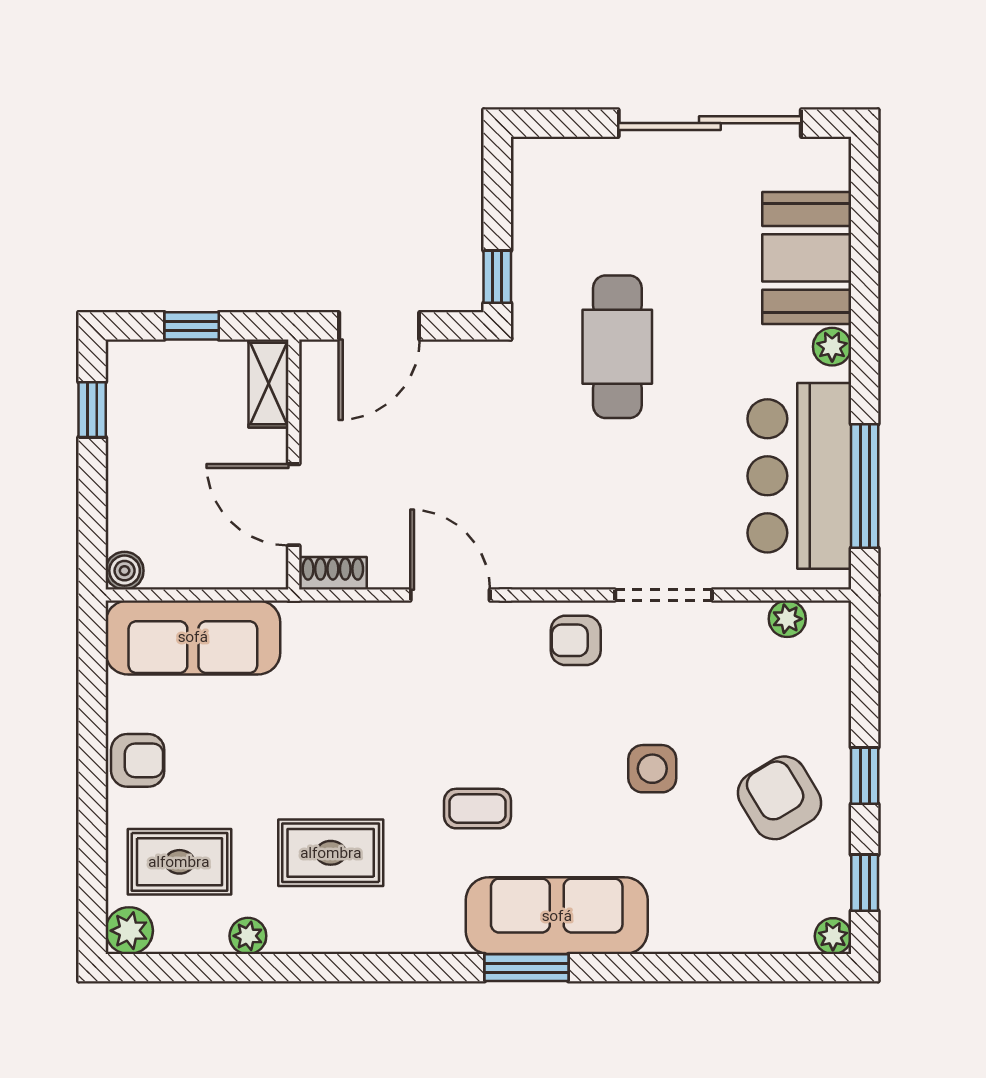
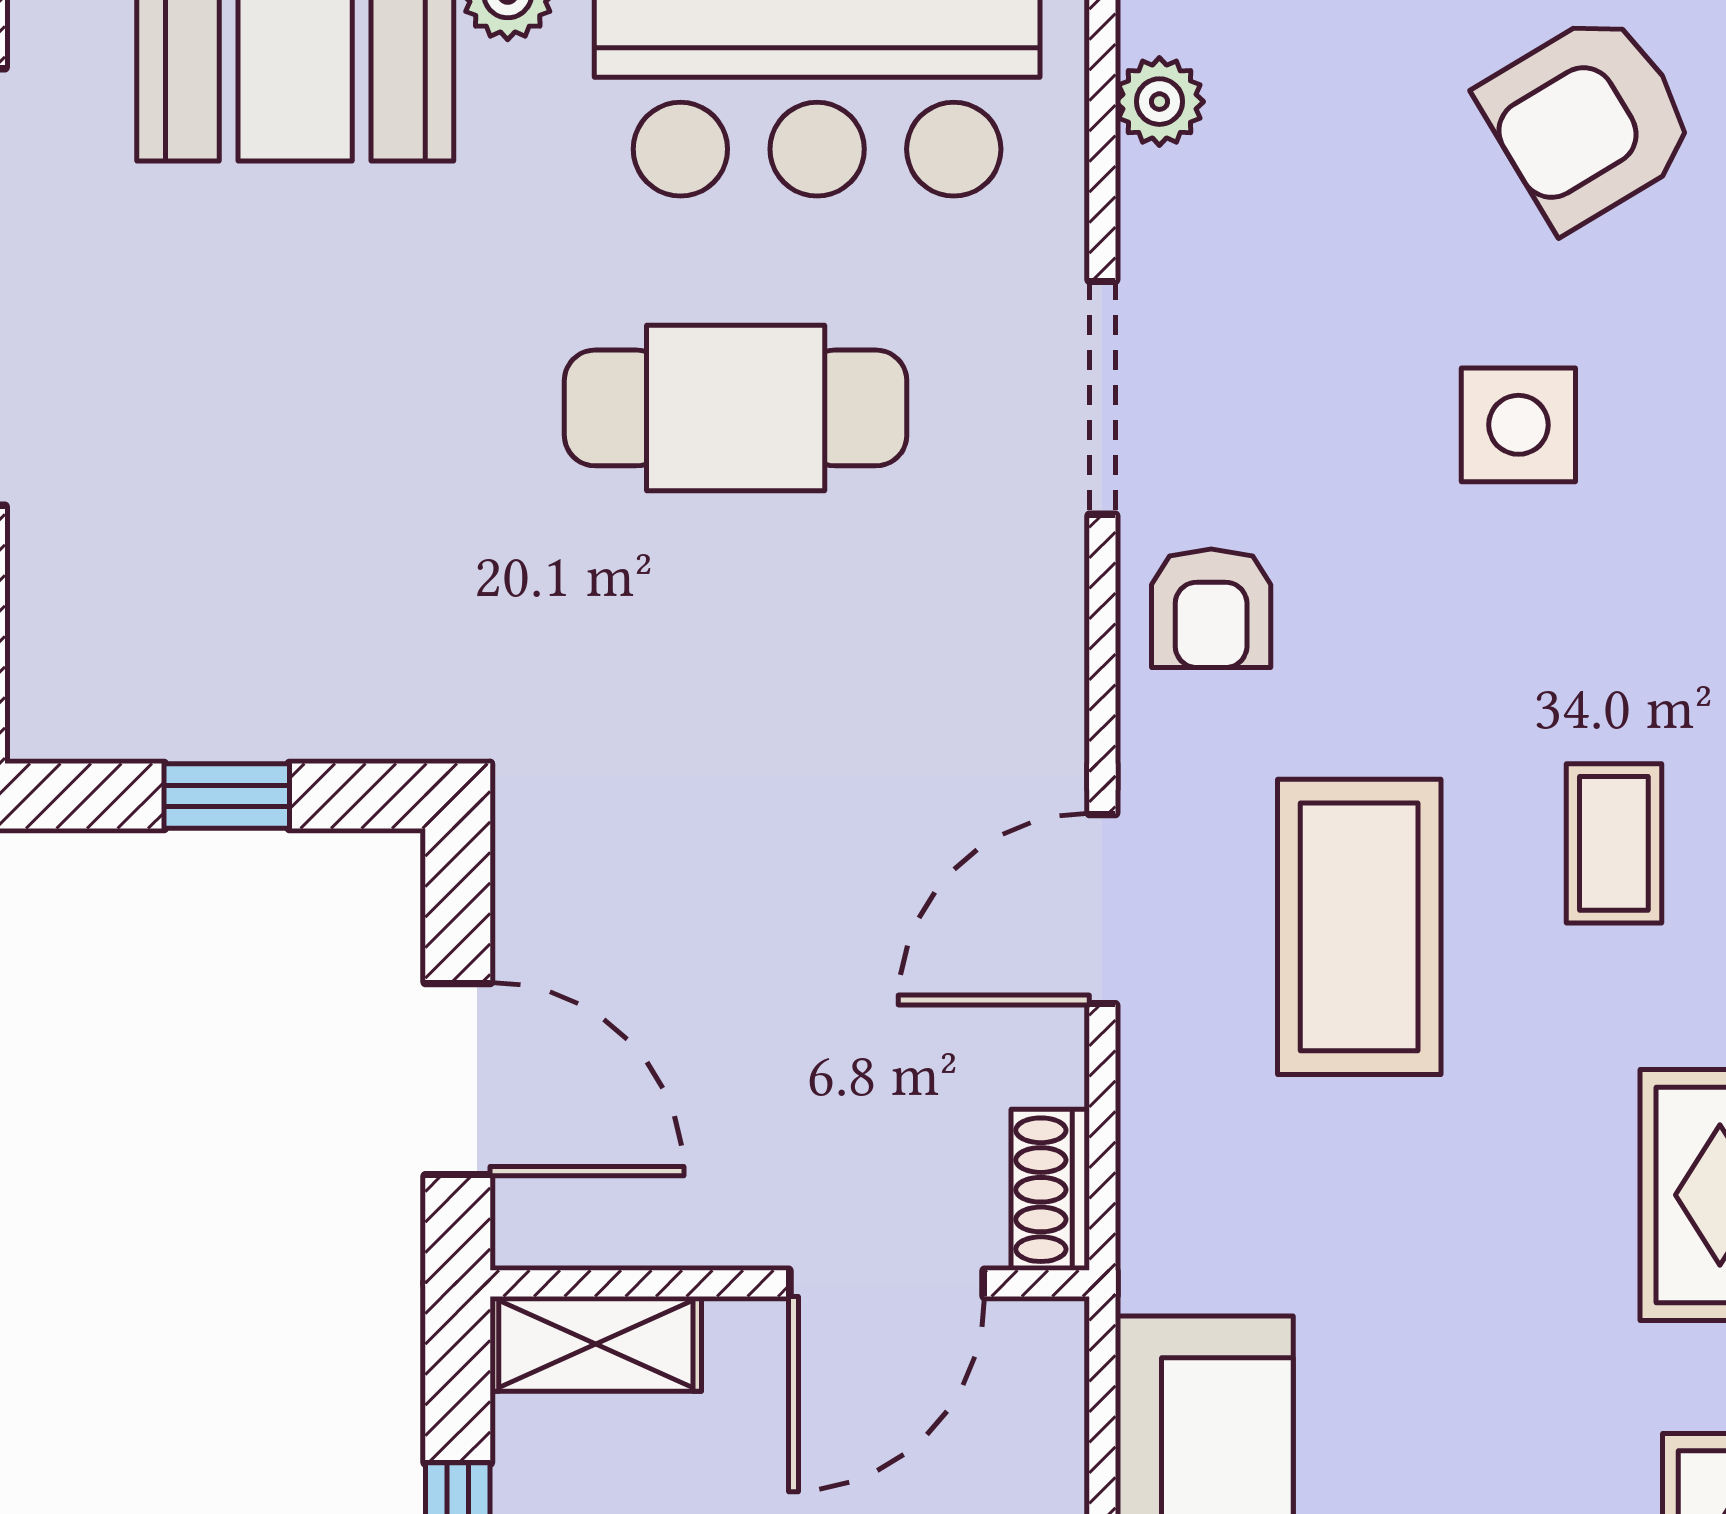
window: (497, 277) -> (227, 796), moved
cafe table: (617, 347) -> (736, 408), moved
coffee table: (443, 702) -> (1359, 927), added

